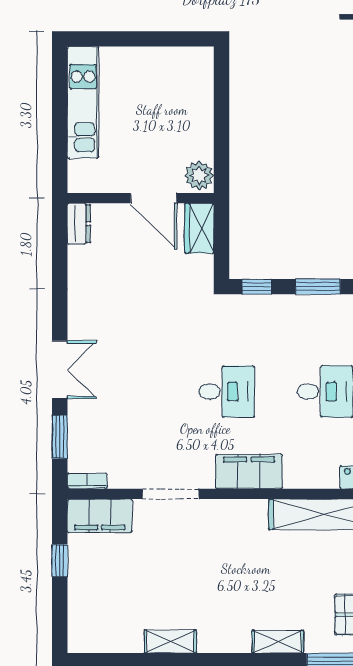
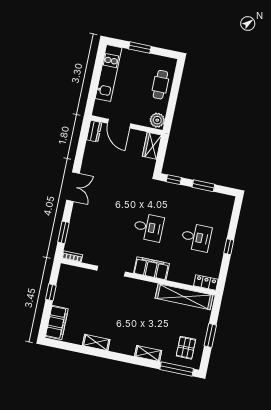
window: (135, 39) -> (140, 48), added
cafe table: (191, 104) -> (160, 85), added
door: (154, 198) -> (119, 124), moved
double door: (60, 370) -> (73, 187), moved
filing cabinet: (100, 516) -> (57, 323), moved, turned -90

